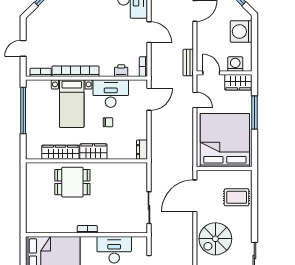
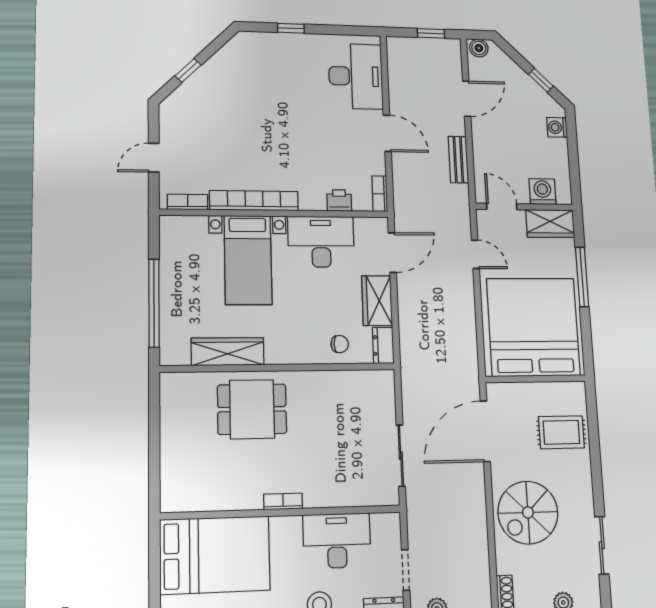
washing machine: (241, 31) -> (557, 127), width x0.53, depth x0.53
bench: (188, 63) -> (458, 160), moved
window: (23, 111) -> (154, 303), moved
chair: (108, 122) -> (340, 344), moved
wardrobe: (93, 152) -> (377, 301), moved, turned -90

